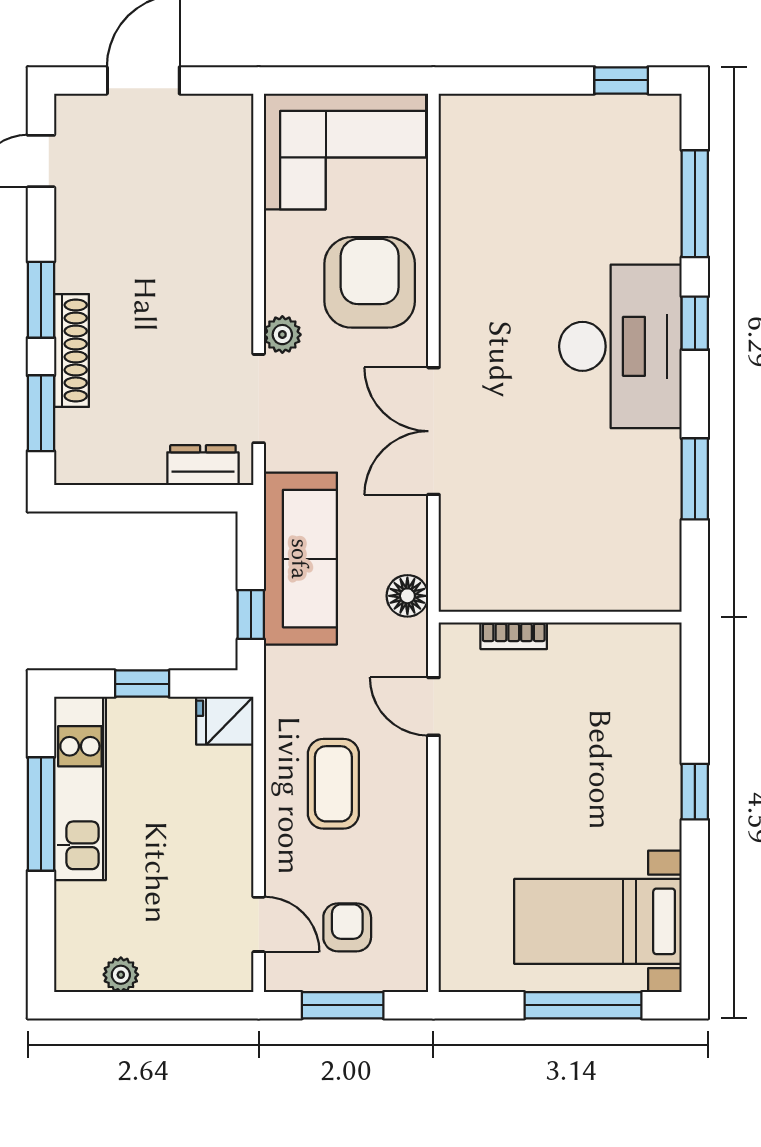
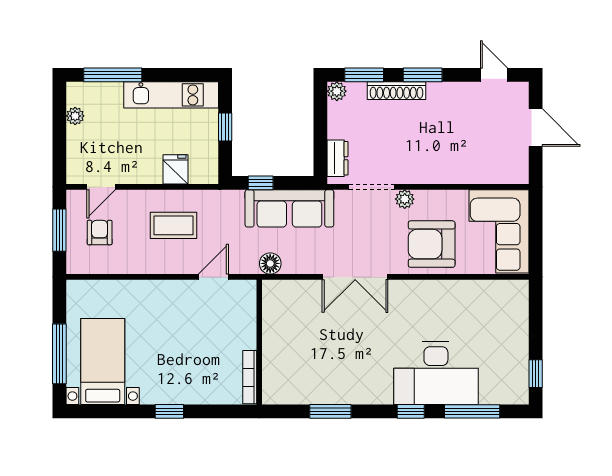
armchair: (370, 282) -> (432, 244), turned 180
desk: (620, 346) -> (436, 373), moved
double door: (433, 431) -> (355, 277), swing flipped
plant: (73, 467) -> (337, 91), added
bookcase: (514, 636) -> (250, 377), moved, width x1.56
fridge: (225, 721) -> (175, 169), moved
window: (41, 814) -> (113, 75), moved
armchair: (347, 927) -> (100, 233), turned -90

